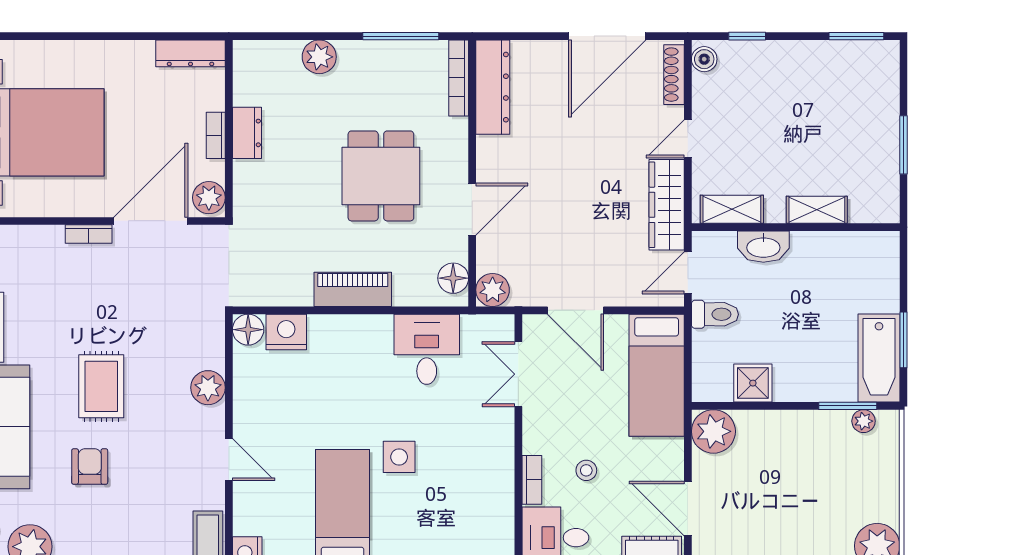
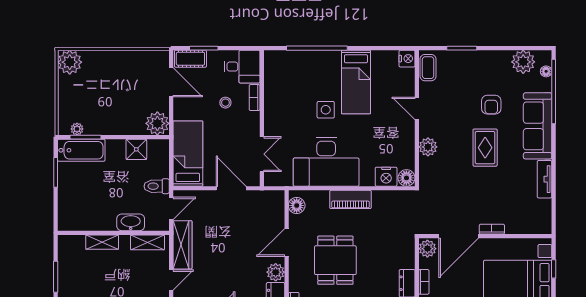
plant: (493, 290) -> (276, 272), moved
desk: (427, 349) -> (326, 162), width x1.87, depth x1.30
bathtub: (879, 358) -> (81, 150), moved, turned 90

